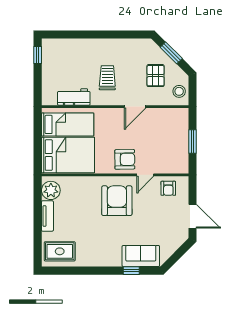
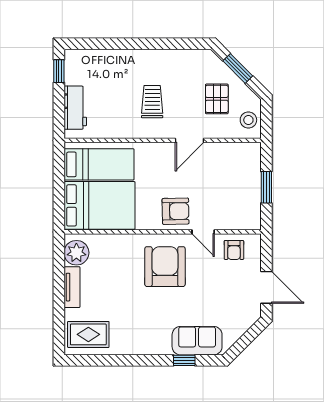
workbench: (74, 97) -> (75, 108), moved, turned 90
door: (145, 175) -> (203, 232), hinge flipped

